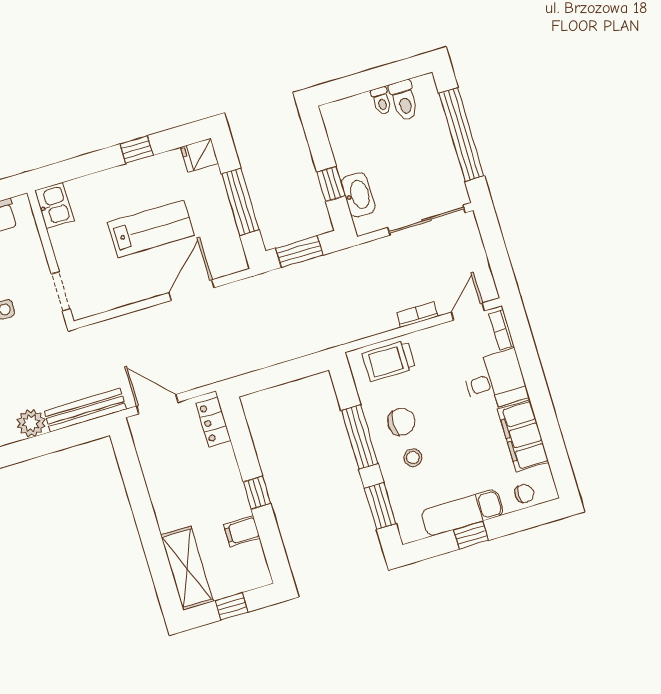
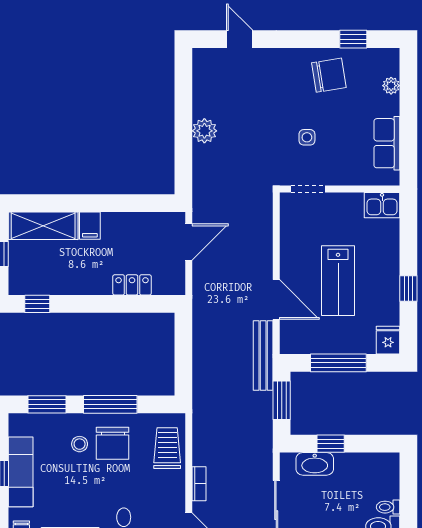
bench: (85, 410) -> (263, 355), moved
locker: (213, 422) -> (132, 285), moved
chair: (401, 422) -> (113, 443), width x1.37, depth x1.37
window: (257, 493) -> (37, 304), moved
filing cabinet: (242, 531) -> (90, 226), moved, turned 180

